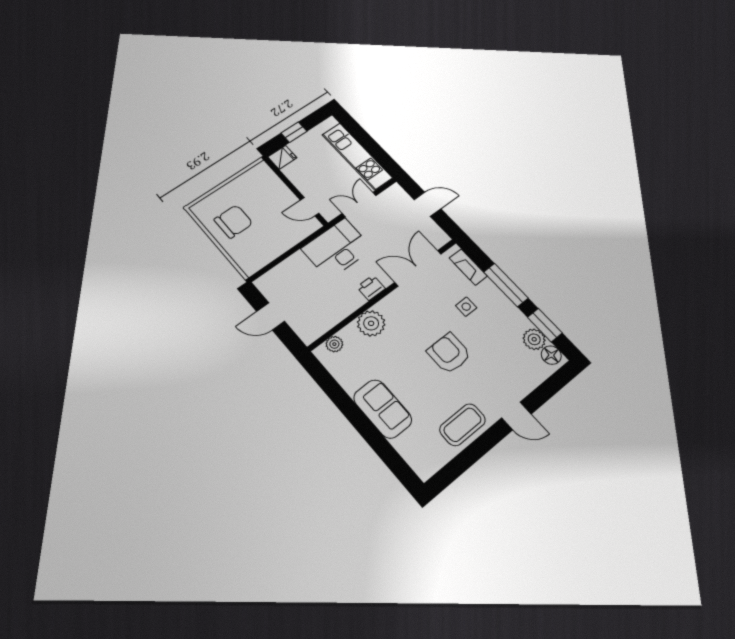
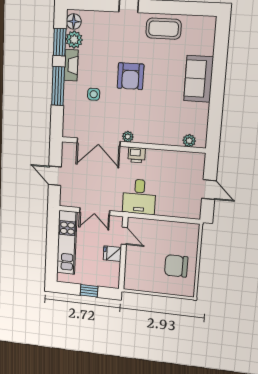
fridge: (282, 157) -> (112, 254), moved
desk: (337, 249) -> (139, 197), width x0.73
fireplace: (468, 267) -> (71, 65), moved
plant: (371, 323) -> (128, 137), moved, width x0.53, depth x0.53

